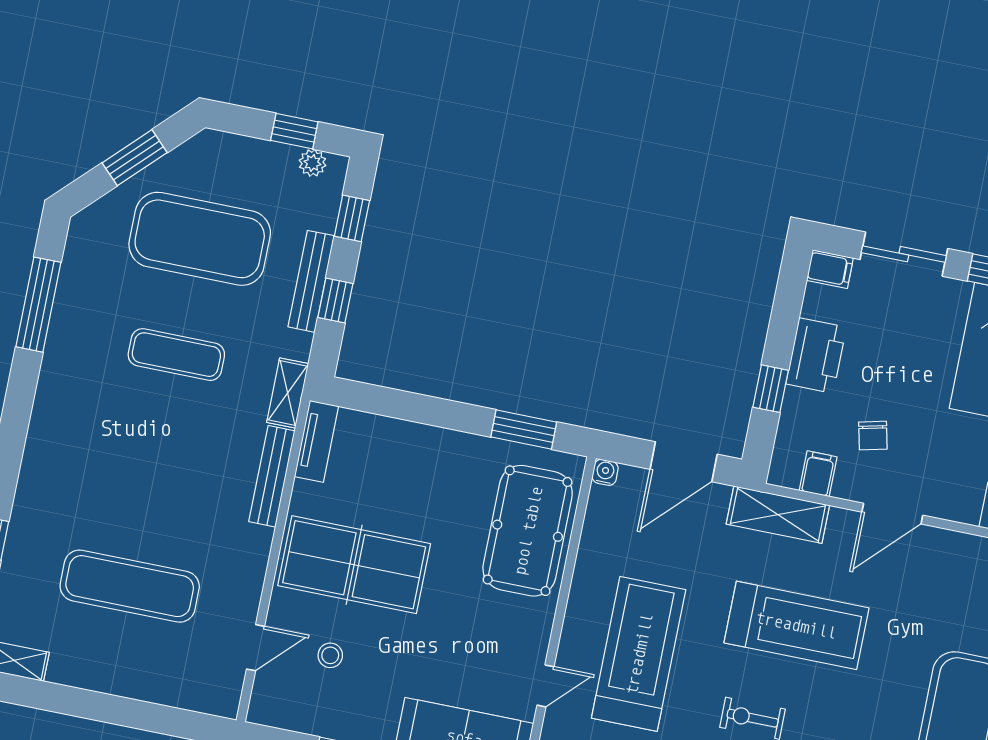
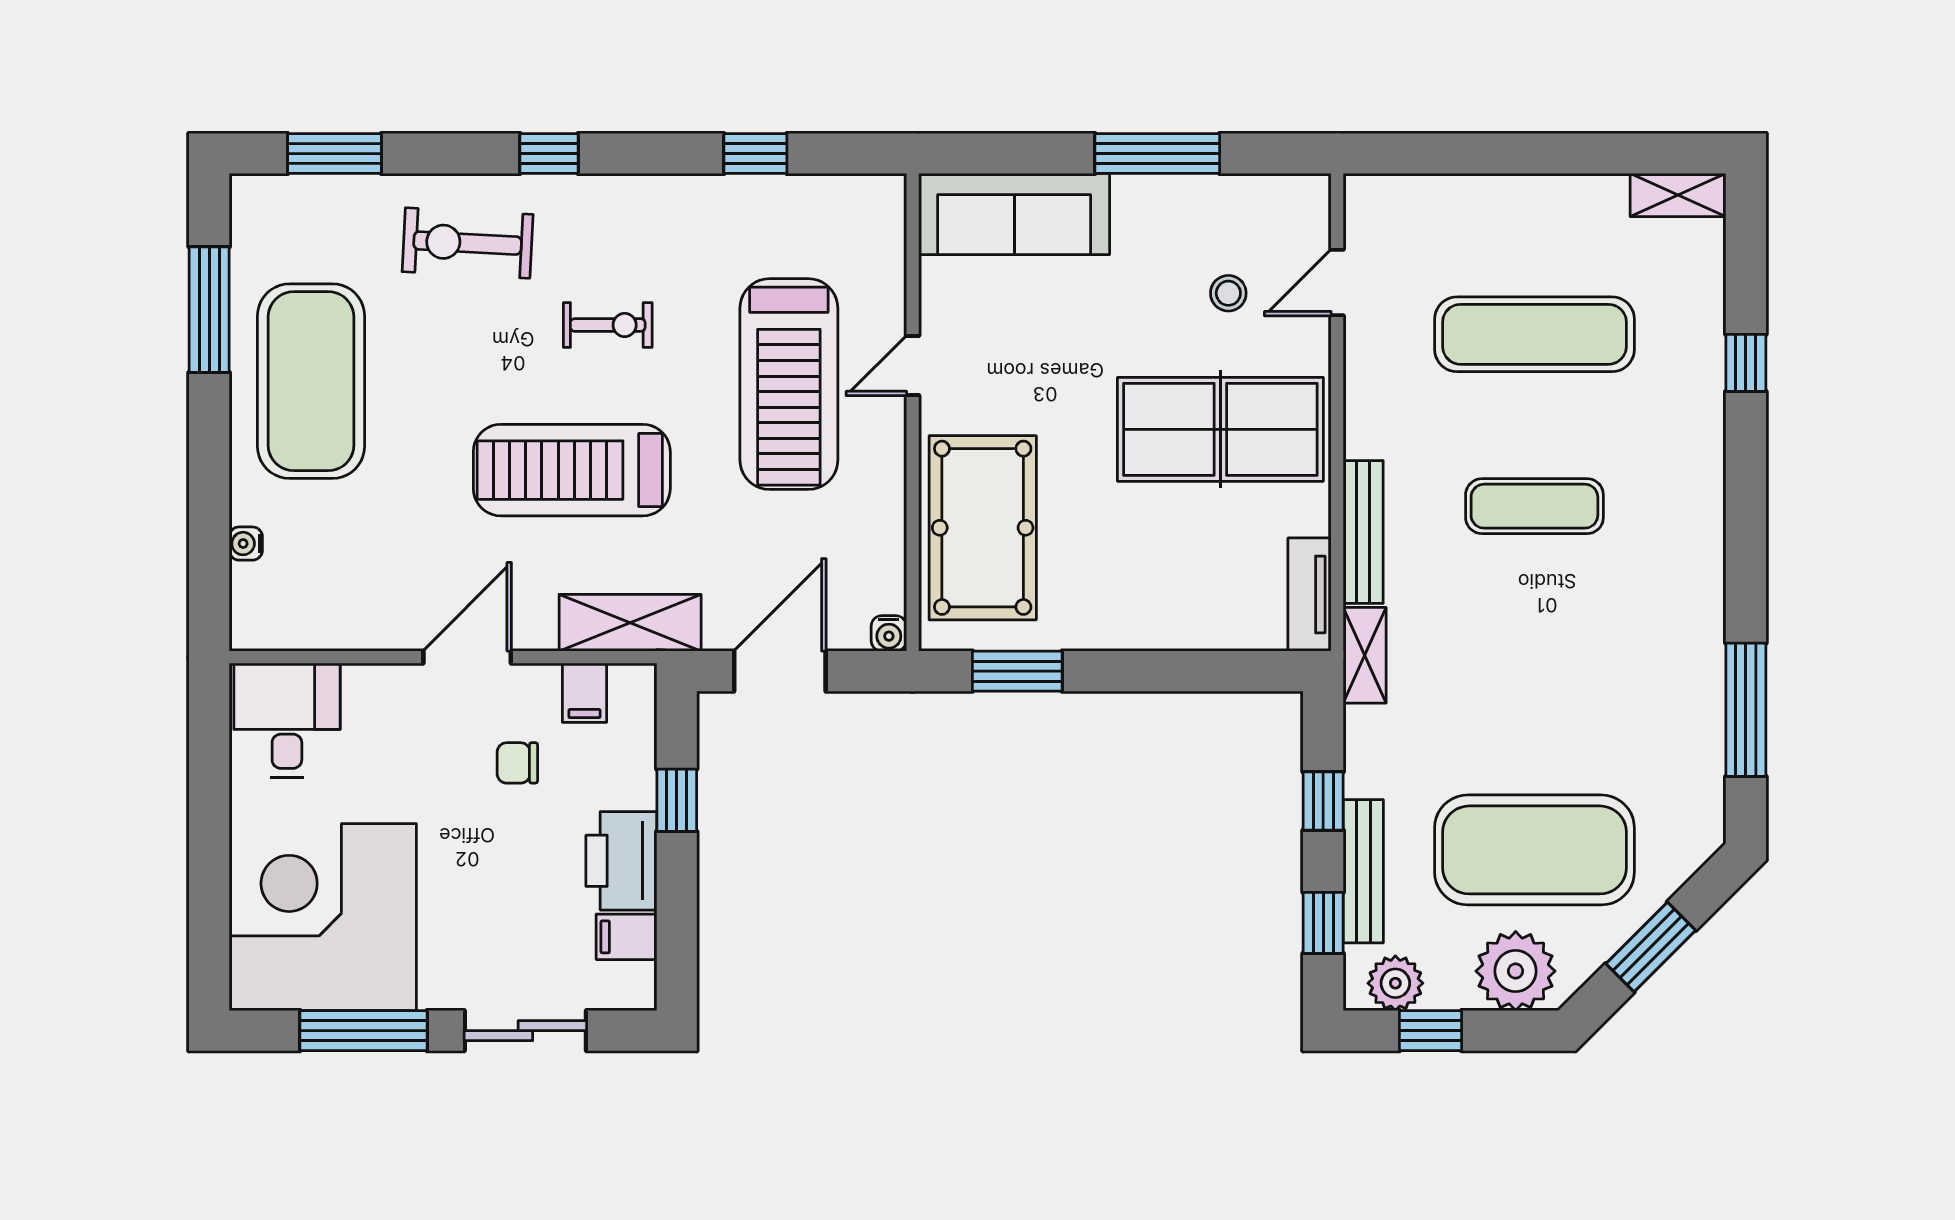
plant: (229, 160) -> (1516, 971), added
plant: (312, 163) -> (1395, 983), width x1.38, depth x1.38
filing cabinet: (830, 269) -> (626, 937), moved
bench: (311, 281) -> (1363, 871), moved
exercise mat: (176, 355) -> (1534, 506), moved
chair: (873, 436) -> (517, 763), turned -77
door: (545, 686) -> (913, 366), moved

